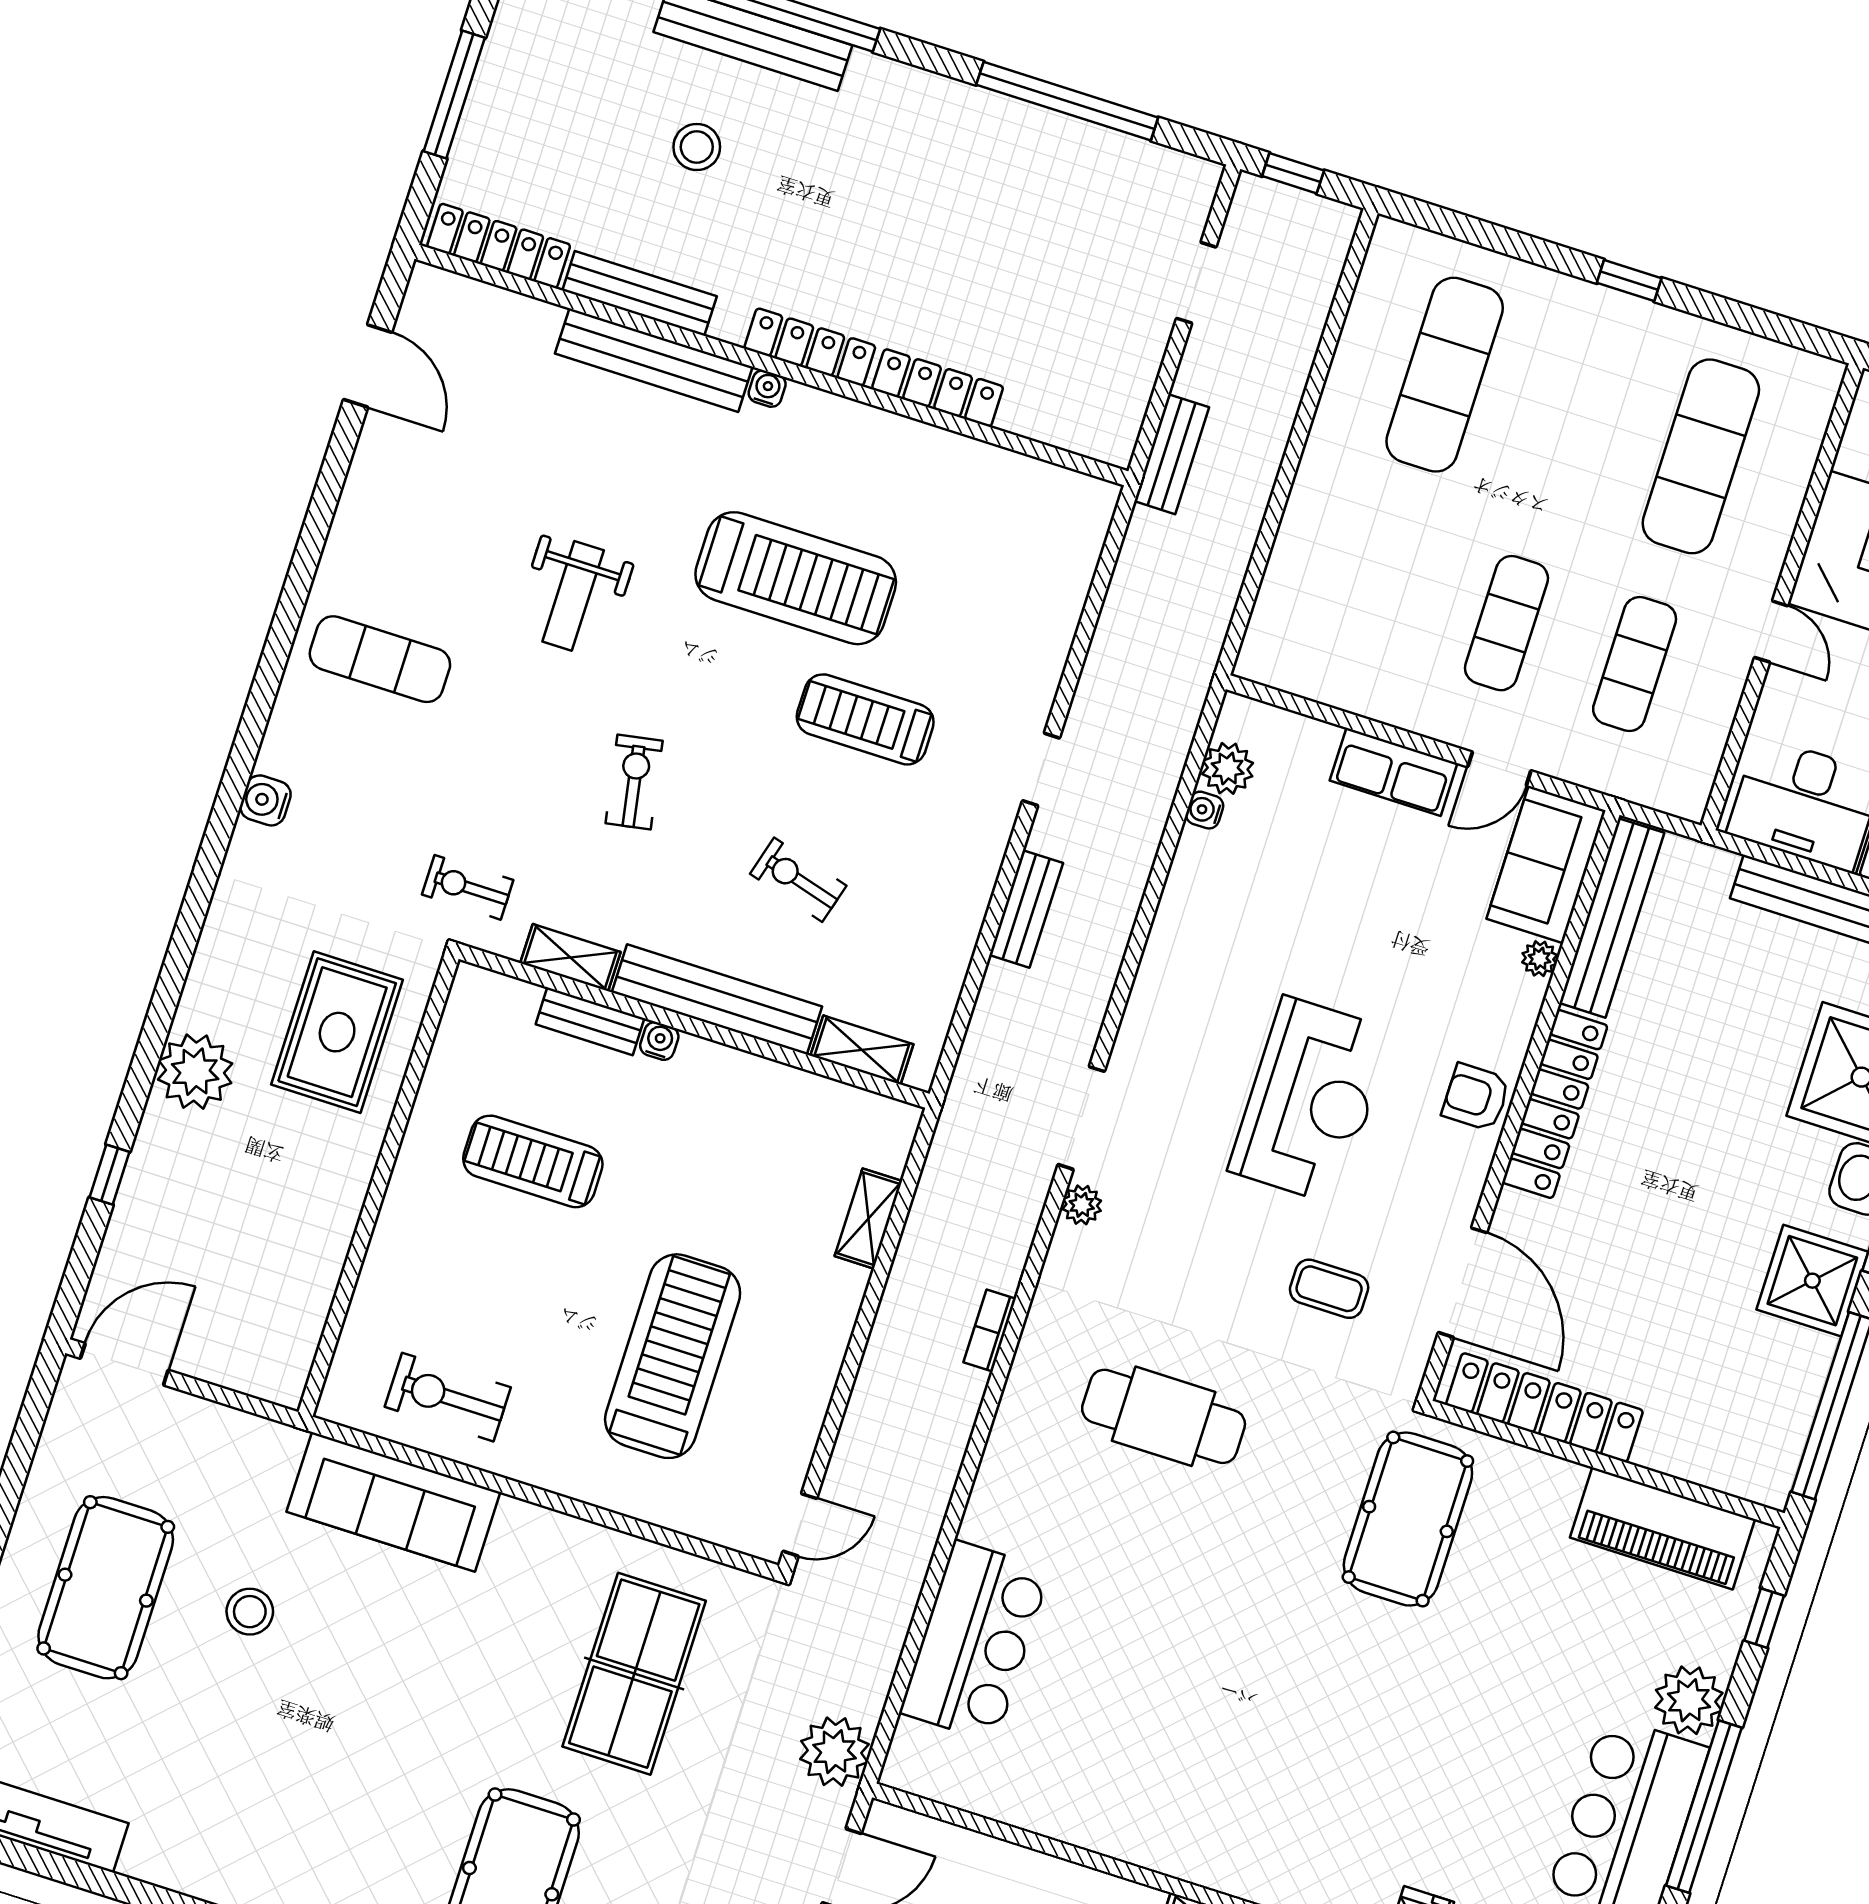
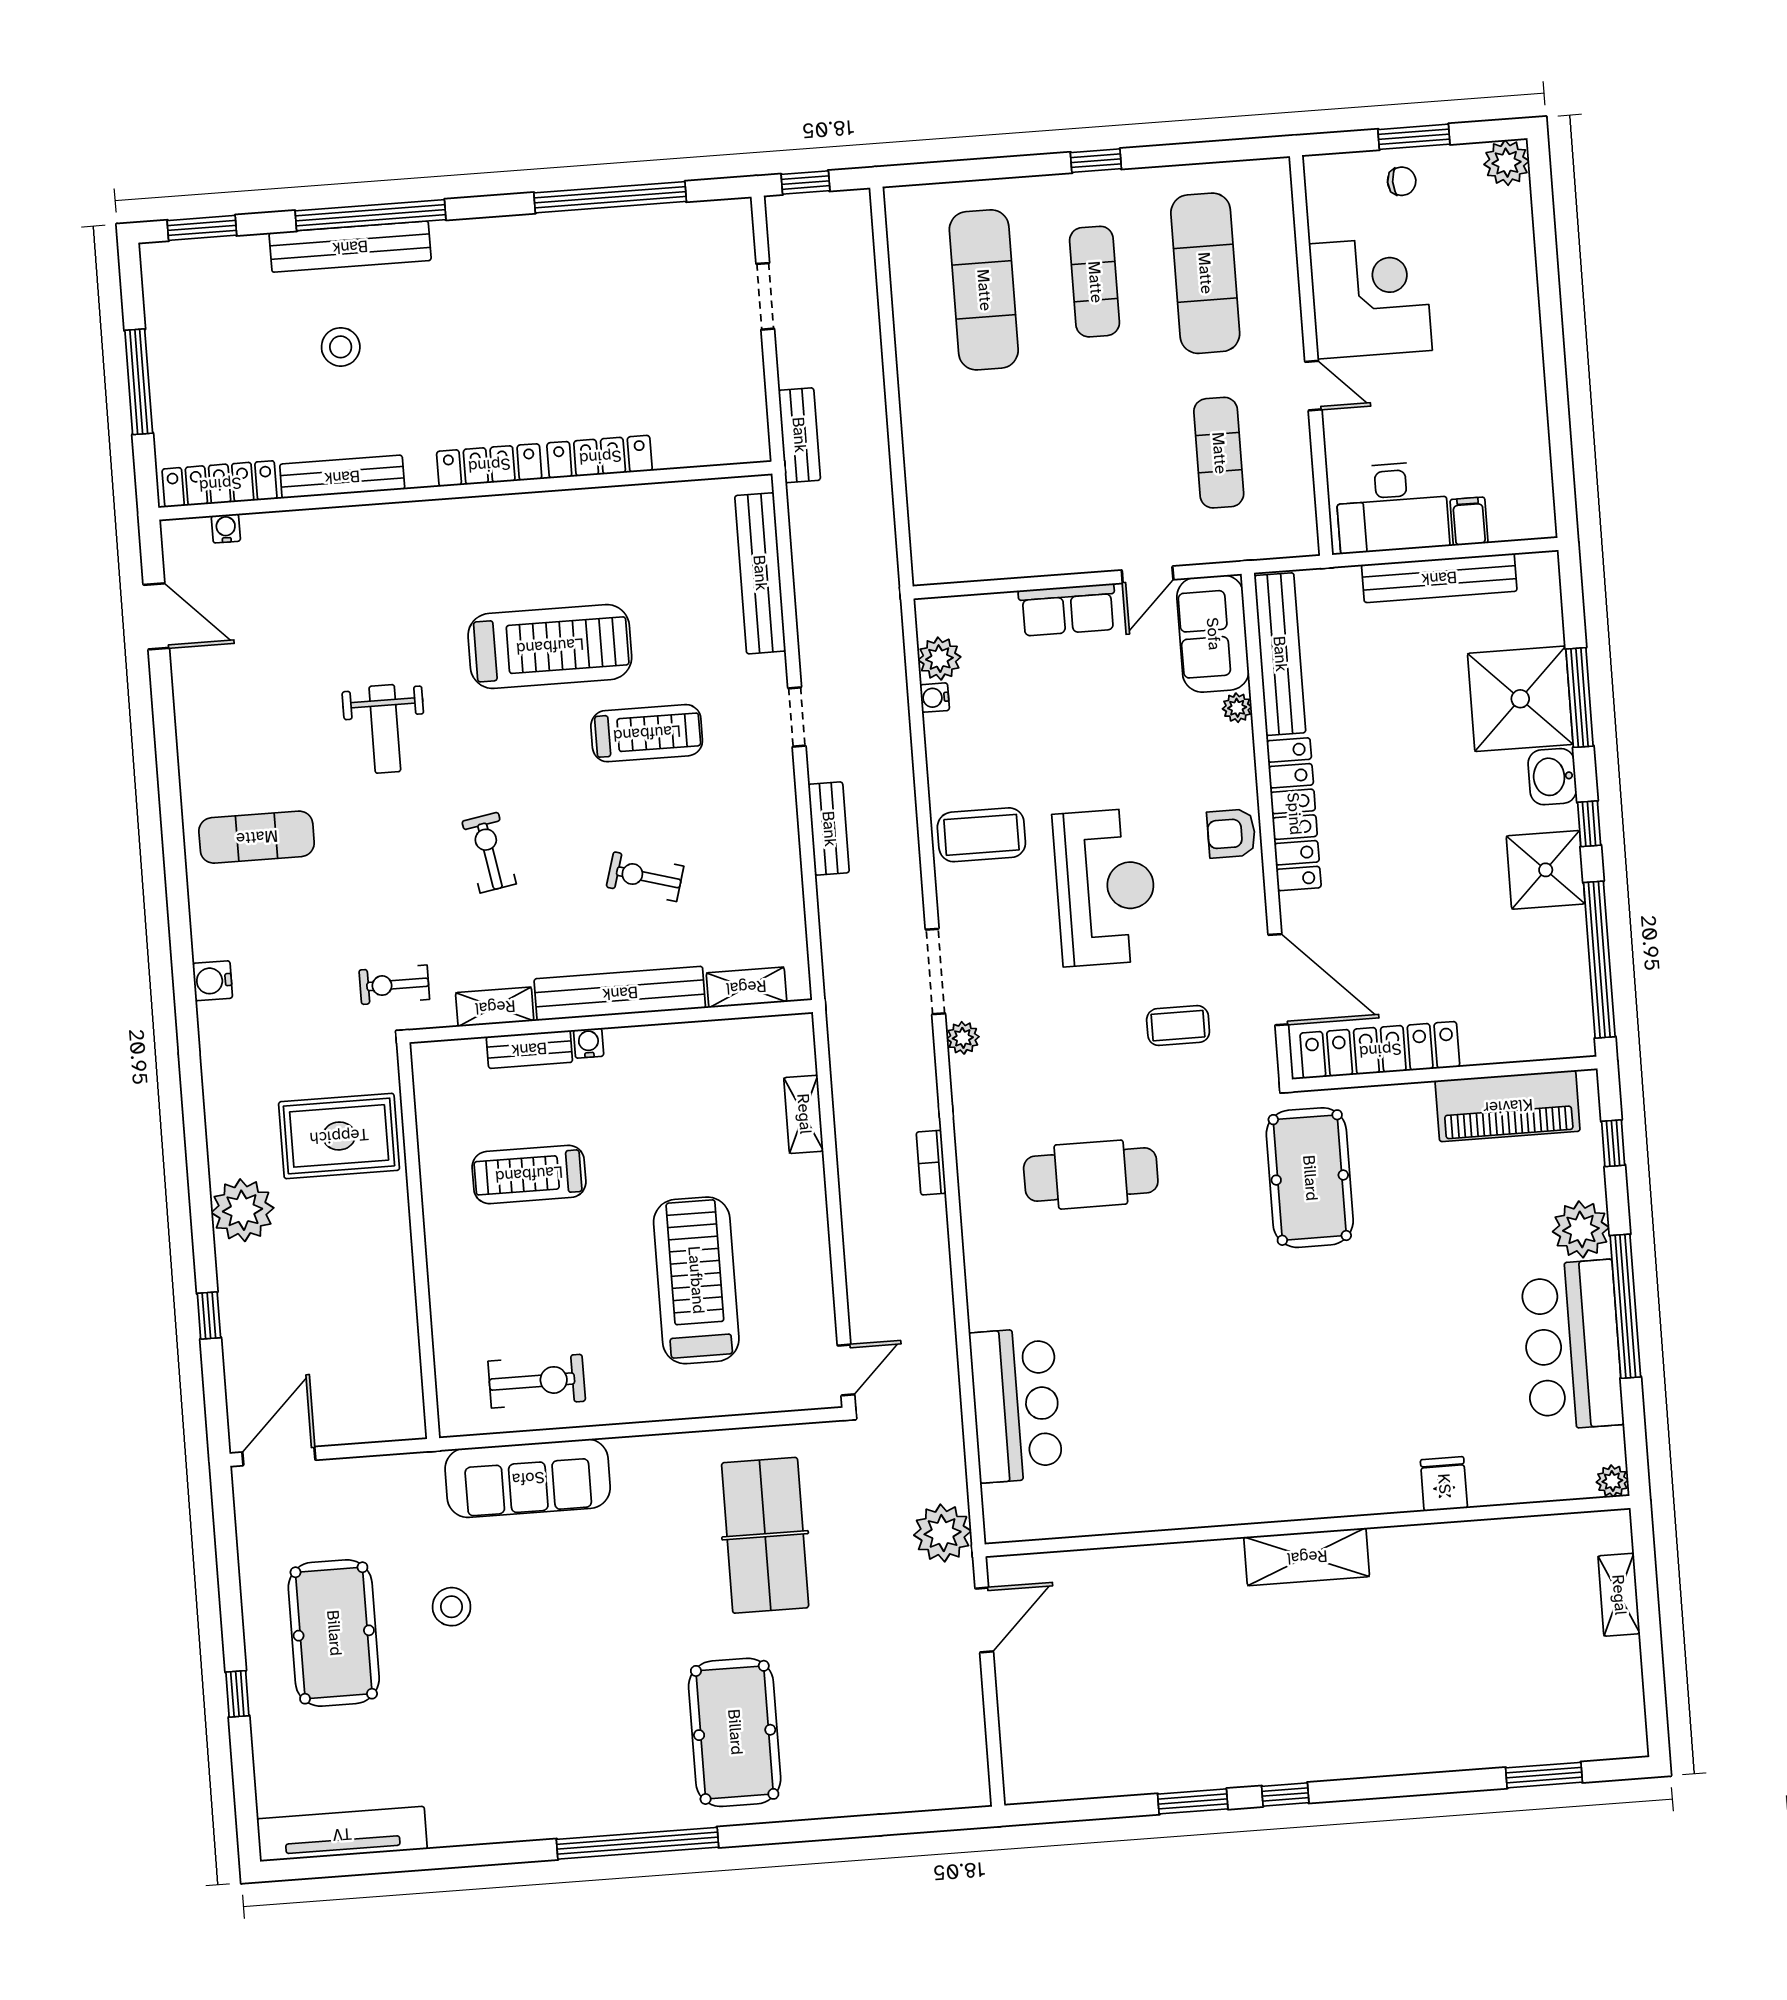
bench: (654, 360) -> (760, 573), moved, turned 90
water cooler: (767, 389) -> (226, 528), moved
exercise mat: (1506, 623) -> (1095, 282), moved
treadmill: (865, 719) -> (647, 733), turned 180
coffee table: (1195, 985) -> (981, 835), added
rug: (337, 1032) -> (339, 1136), turned 90
exercise bike: (448, 1397) -> (537, 1381), turned 180

